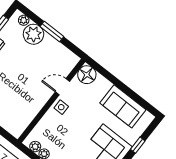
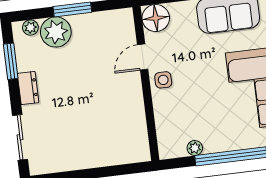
plant: (35, 147) -> (178, 150), removed

